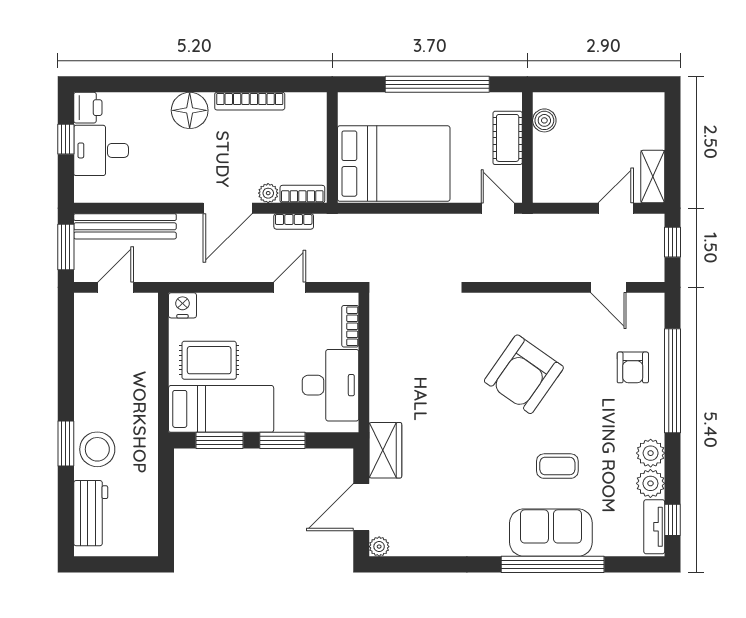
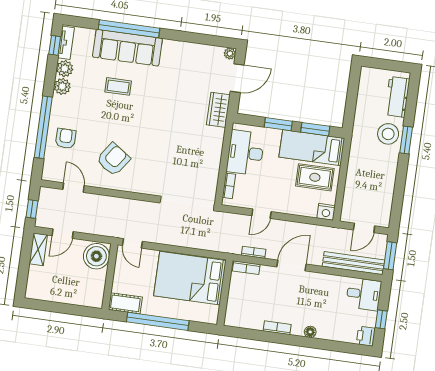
bookcase: (250, 101) -> (277, 328), width x0.64
floor lamp: (190, 110) -> (310, 332), width x0.53, depth x0.53
boiler: (544, 120) -> (96, 256), moved, width x1.86, depth x1.86
cot: (508, 138) -> (125, 303), moved, turned 90
desk: (101, 150) -> (364, 294), moved
plant: (268, 193) -> (266, 271), removed
armchair: (524, 374) -> (113, 159), moved, width x0.73, depth x0.73
sofa: (551, 533) -> (127, 48), width x1.36

